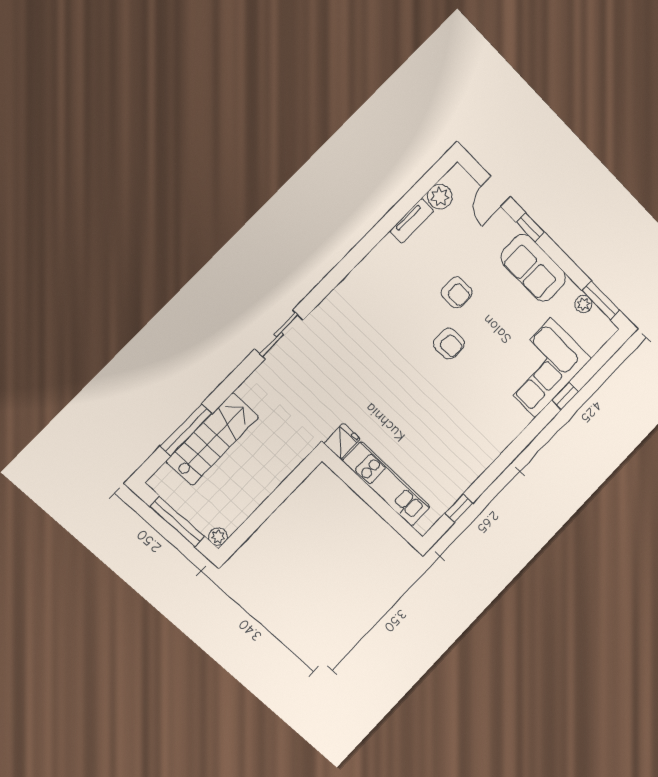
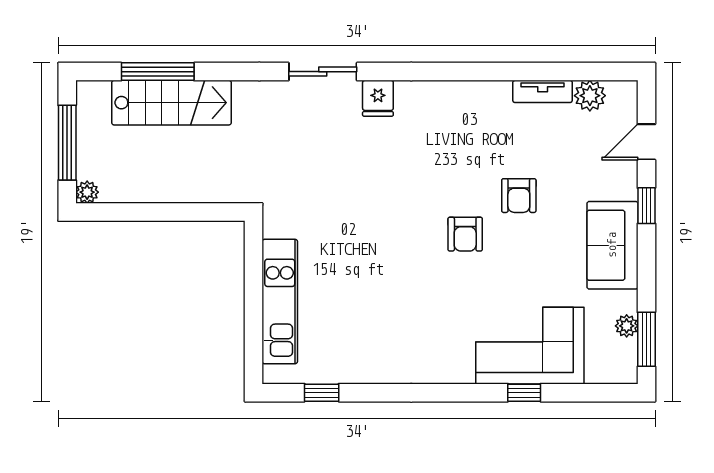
fridge: (342, 441) -> (378, 98), moved, turned 90

